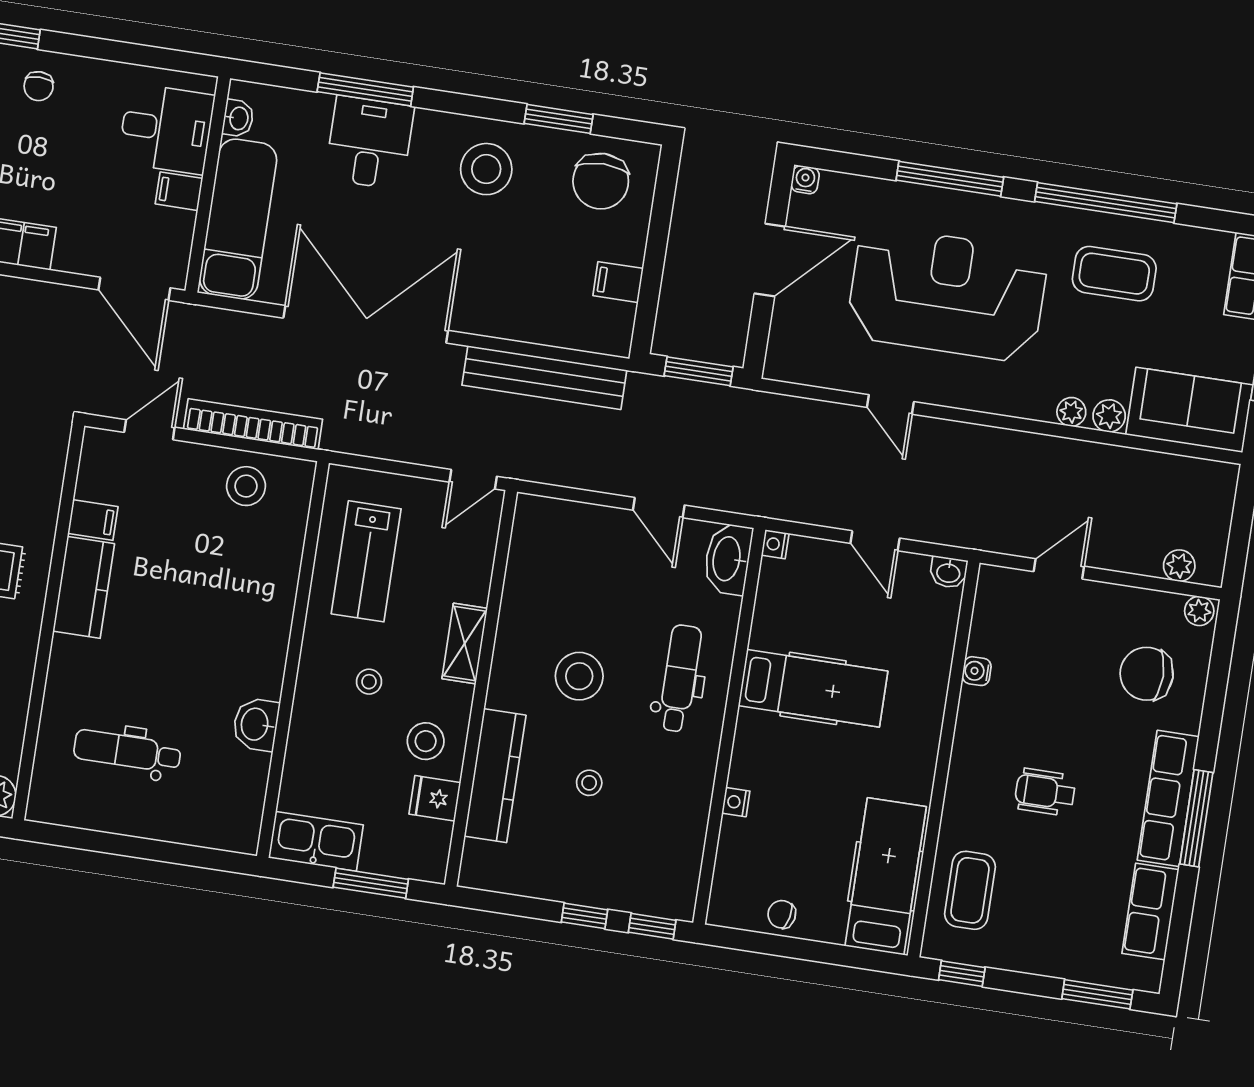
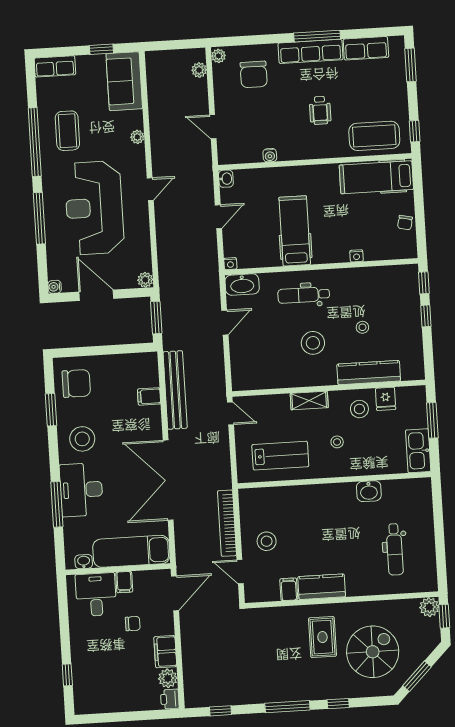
chair: (39, 86) -> (133, 624), moved
desk: (369, 143) -> (81, 490), width x1.37
filing cabinet: (618, 282) -> (149, 396), moved, turned 90
door: (890, 405) -> (150, 189), moved
plant: (1109, 416) -> (145, 280), moved
stool: (246, 486) -> (267, 541), moved
coffee table: (970, 890) -> (374, 136), width x1.36, depth x1.32

